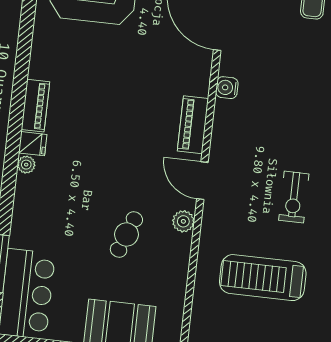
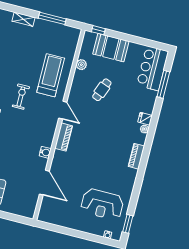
fridge: (33, 144) -> (145, 119), moved
plant: (183, 221) -> (81, 65), moved
treadmill: (263, 278) -> (51, 75), moved, turned -90

